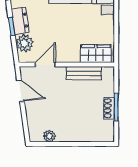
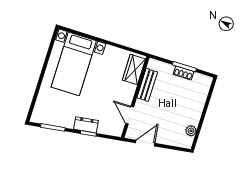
plant: (24, 43) -> (106, 127), removed

